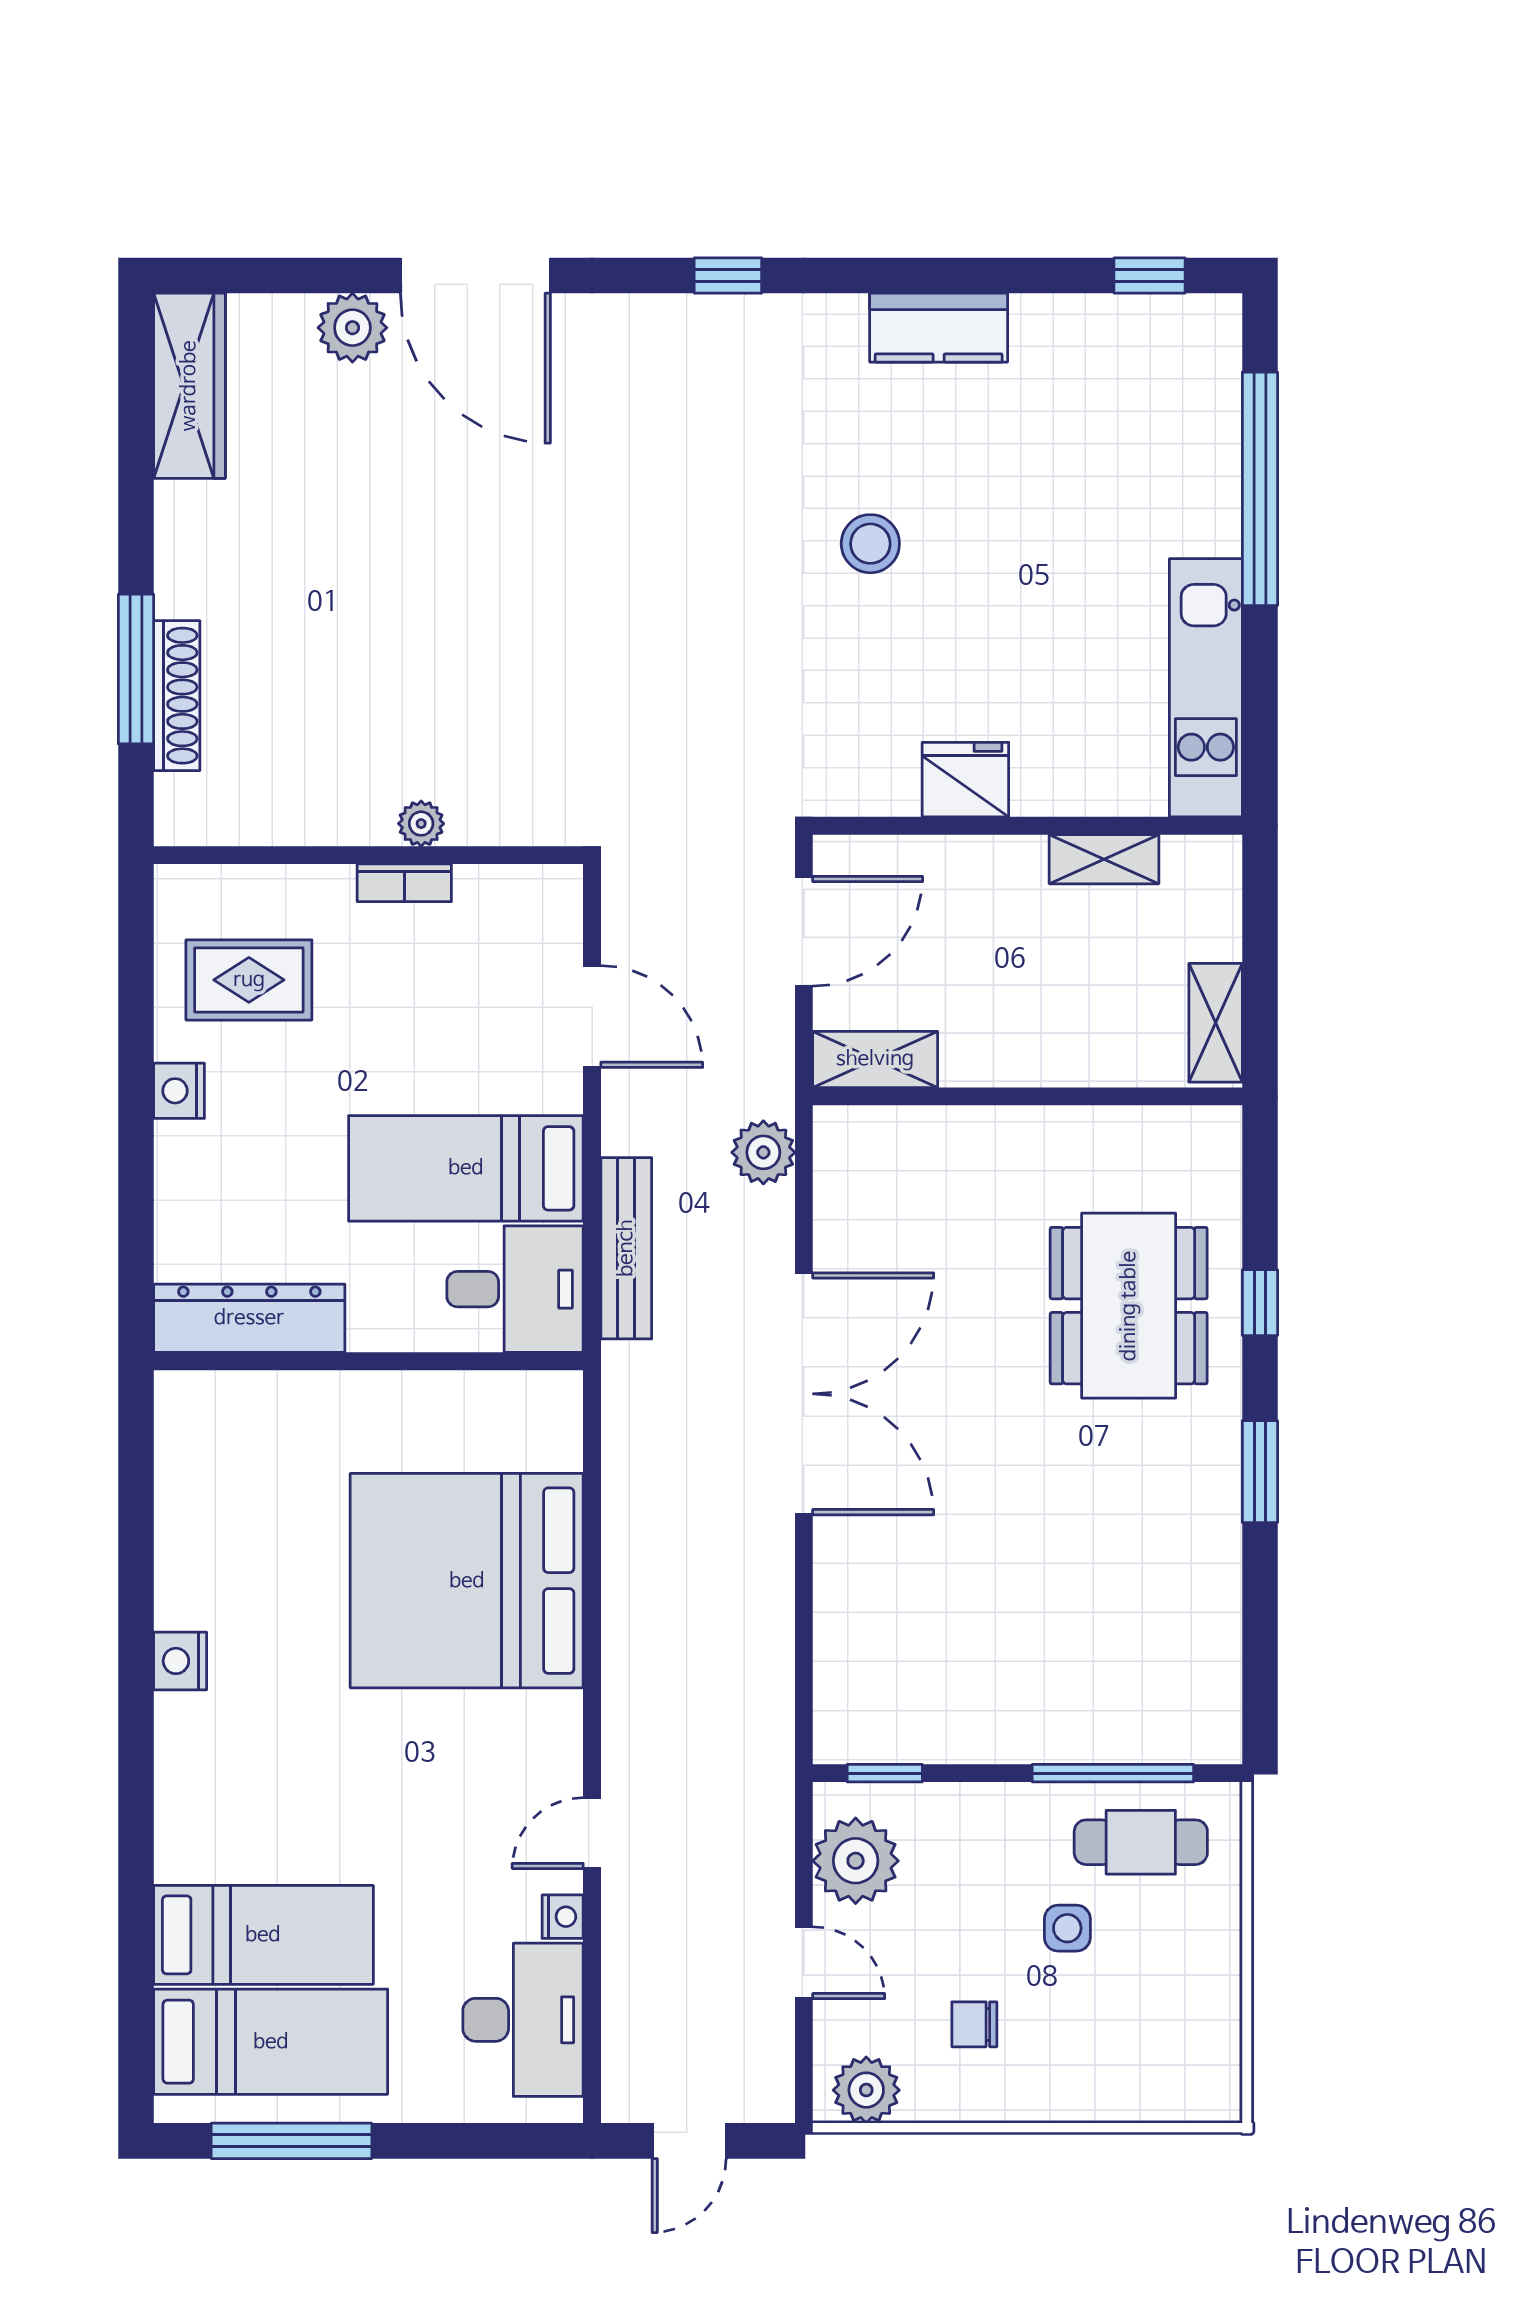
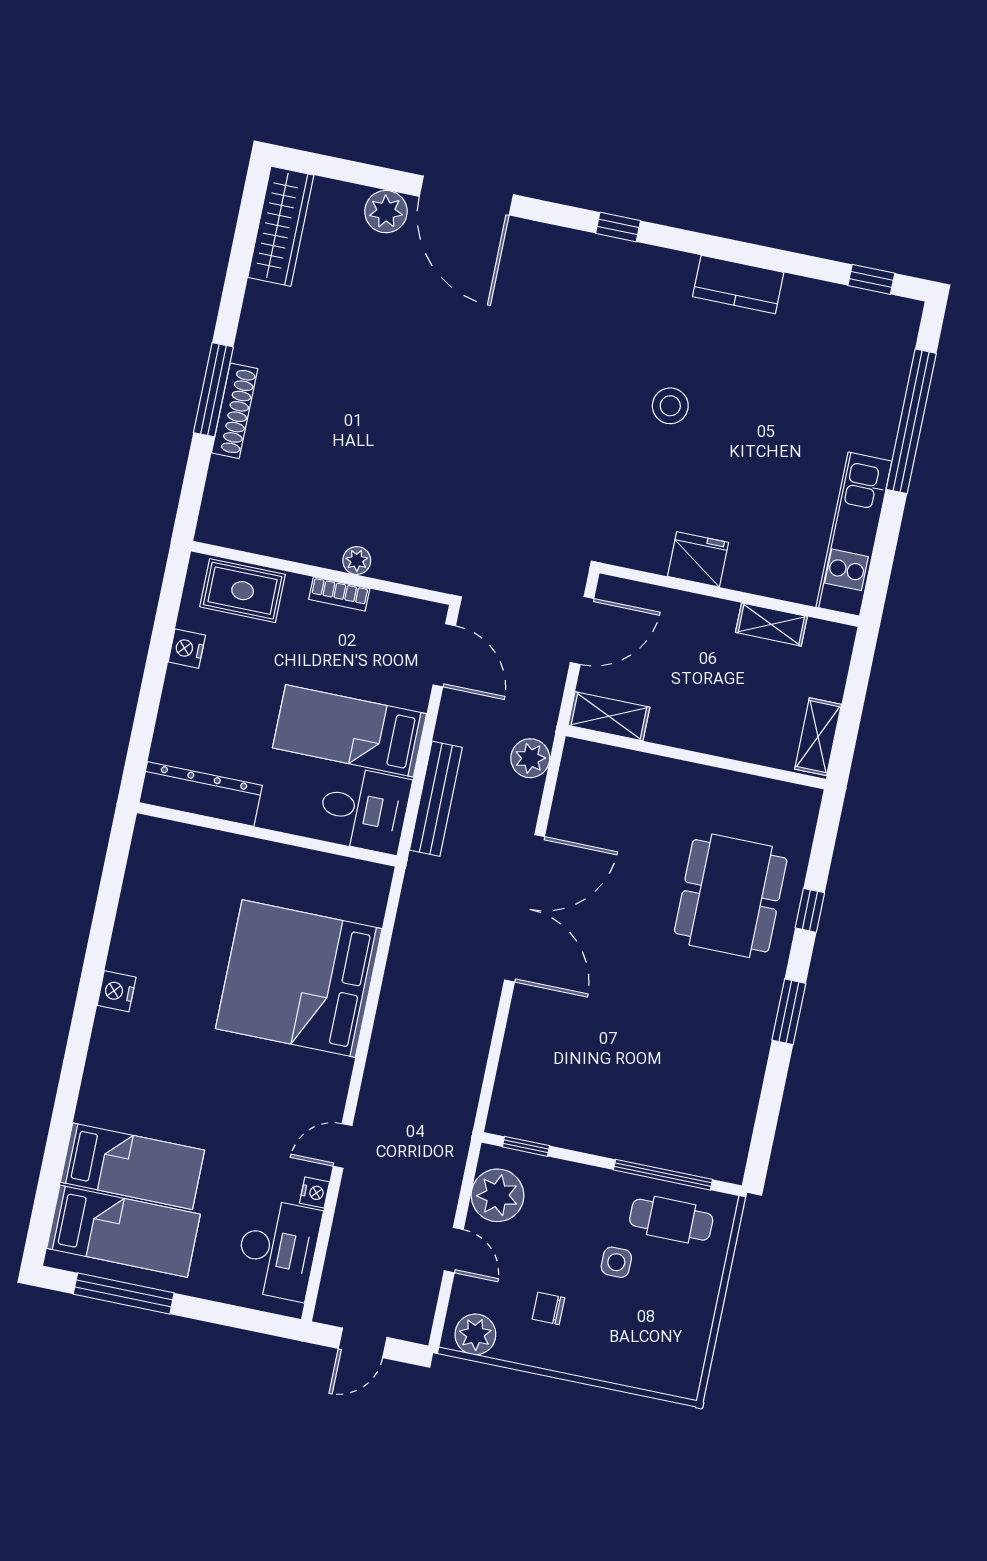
plant: (421, 824) -> (357, 560), moved
wall: (368, 855) -> (321, 573), moved
bookcase: (404, 883) -> (339, 594), moved

